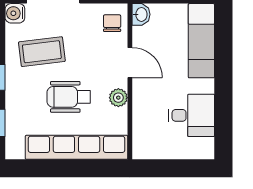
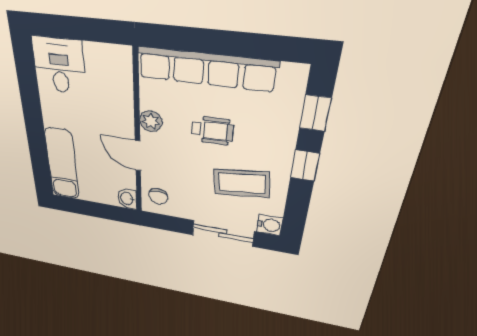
wheelchair: (69, 97) -> (212, 131), width x0.73, depth x0.73
desk: (191, 115) -> (59, 66), moved, turned 90

